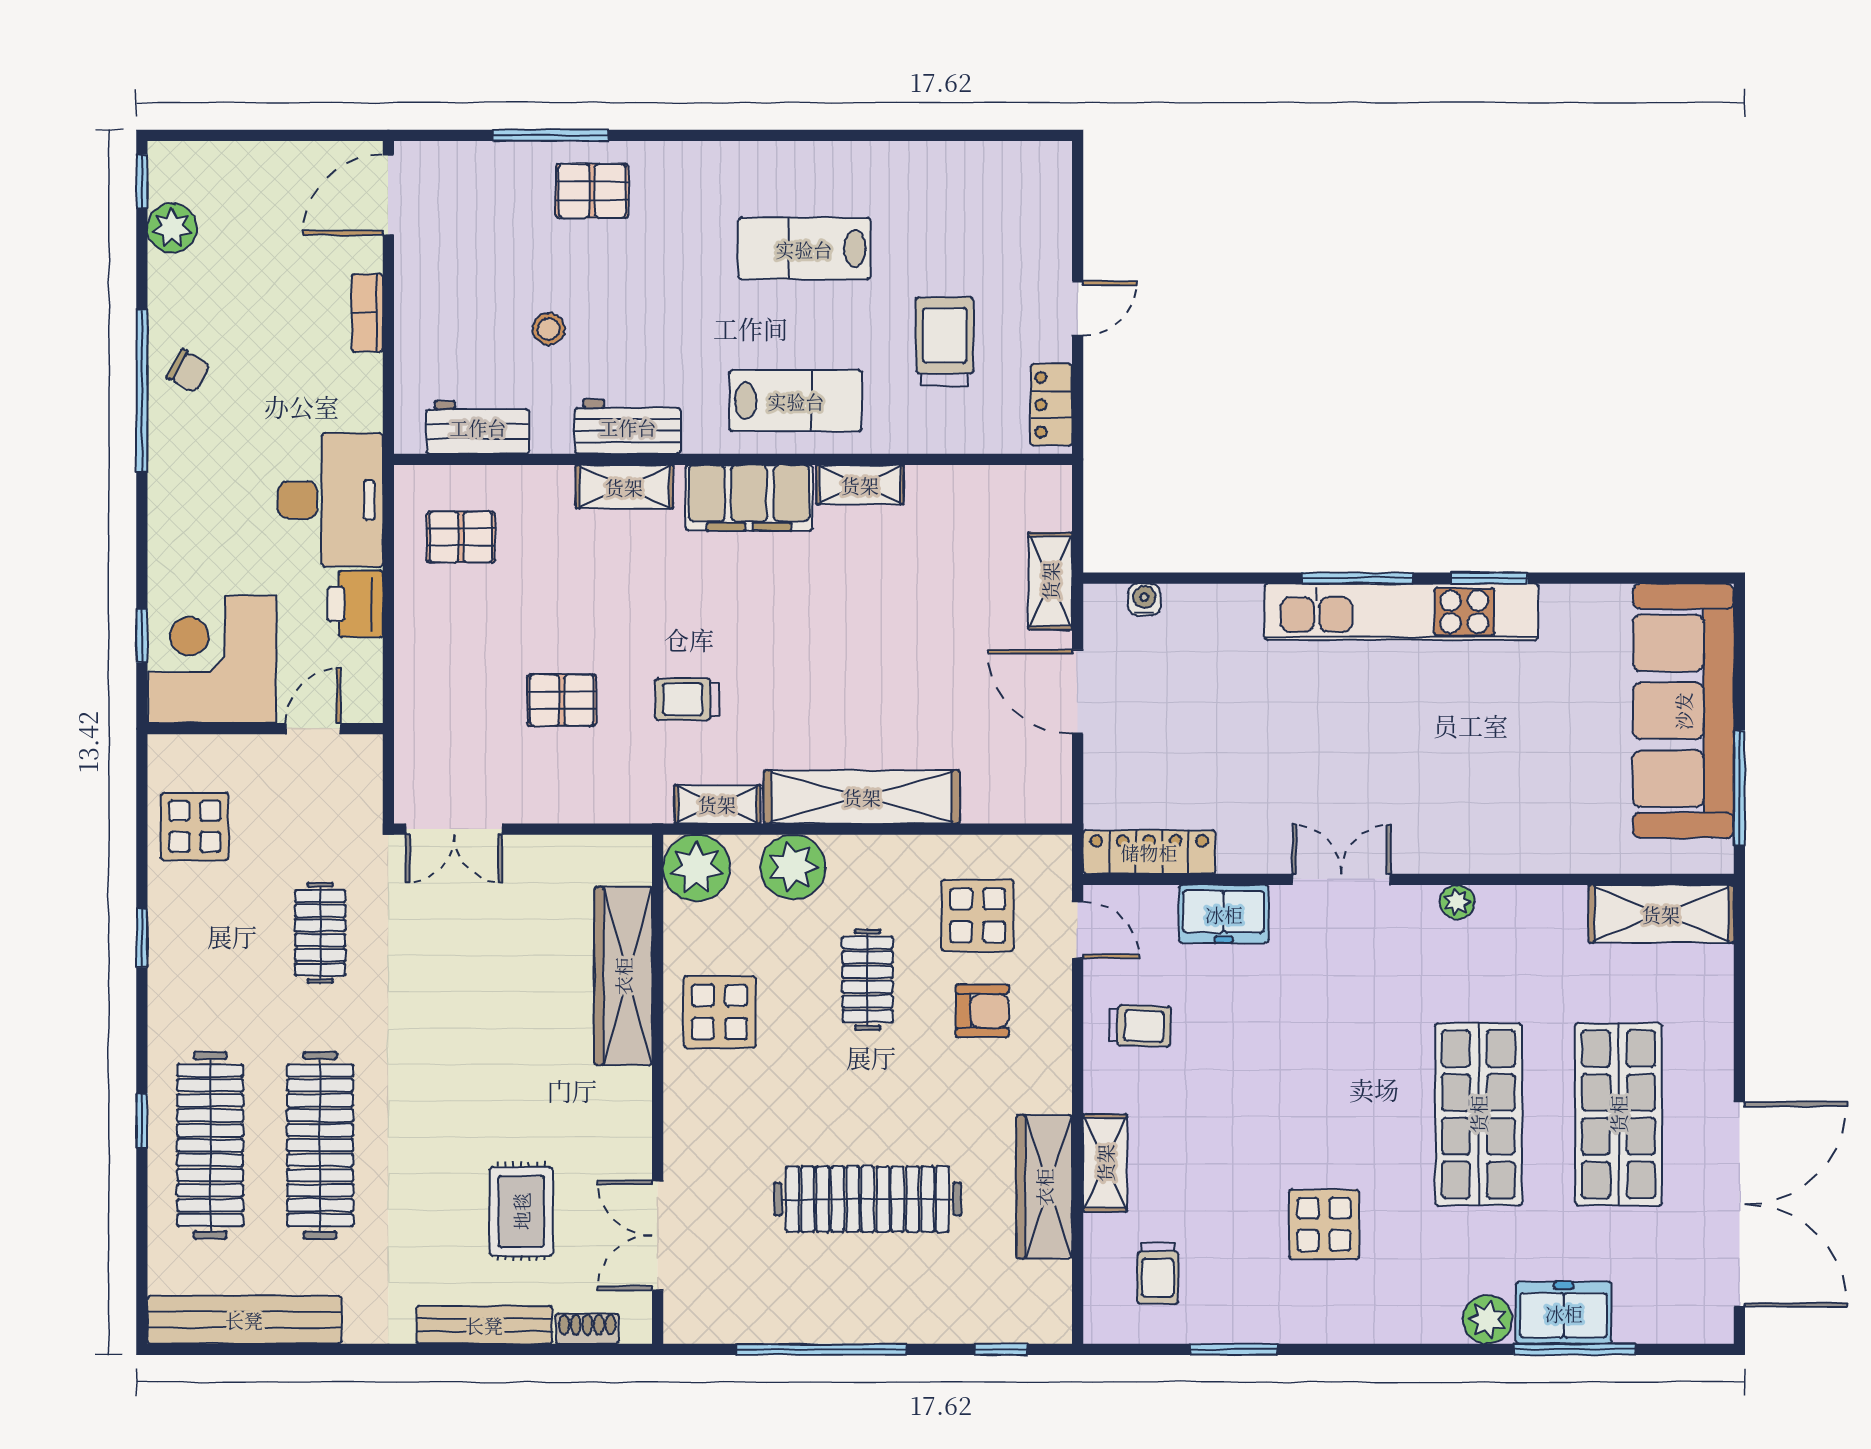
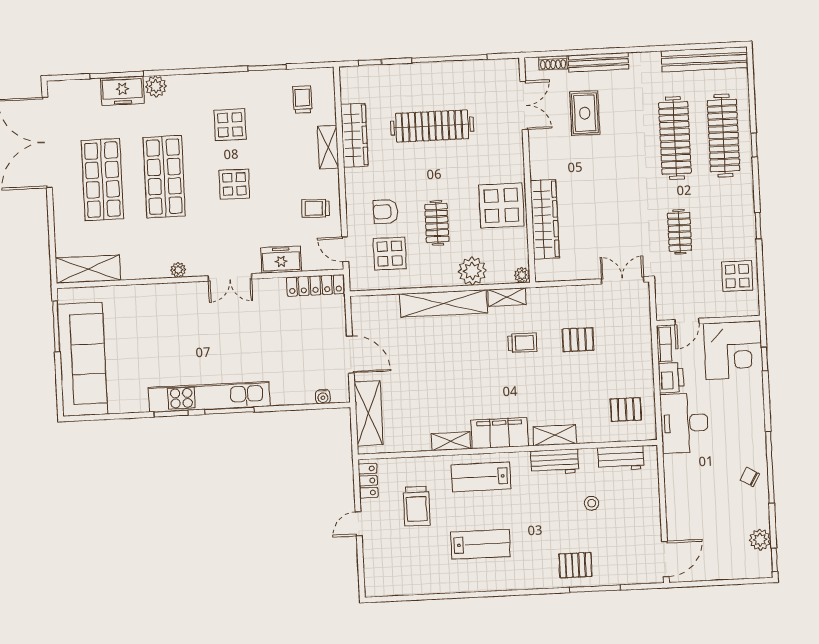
bookcase: (367, 313) -> (664, 344), moved
shelving: (1050, 581) -> (369, 413), width x1.50, depth x1.33
plant: (697, 868) -> (522, 275), width x0.53, depth x0.53
display table: (720, 1012) -> (501, 205), width x1.36, depth x1.36
display table: (1321, 1090) -> (234, 184), added

